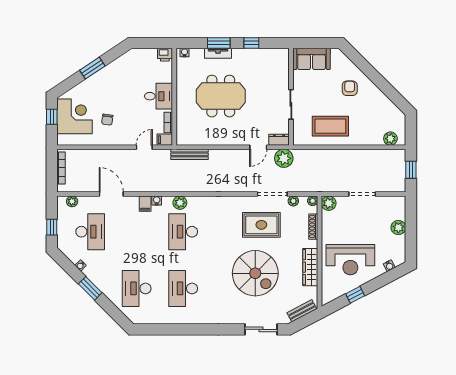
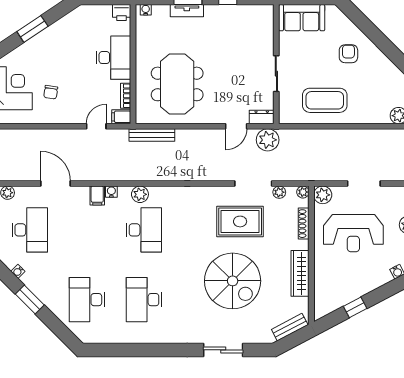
desk: (158, 96) -> (114, 58), width x1.37
meeting table: (221, 96) -> (177, 84), moved, turned 90
desk: (183, 232) -> (144, 230), turned 180
reception desk: (350, 260) -> (353, 233), moved
sliding door: (261, 329) -> (223, 350), moved

